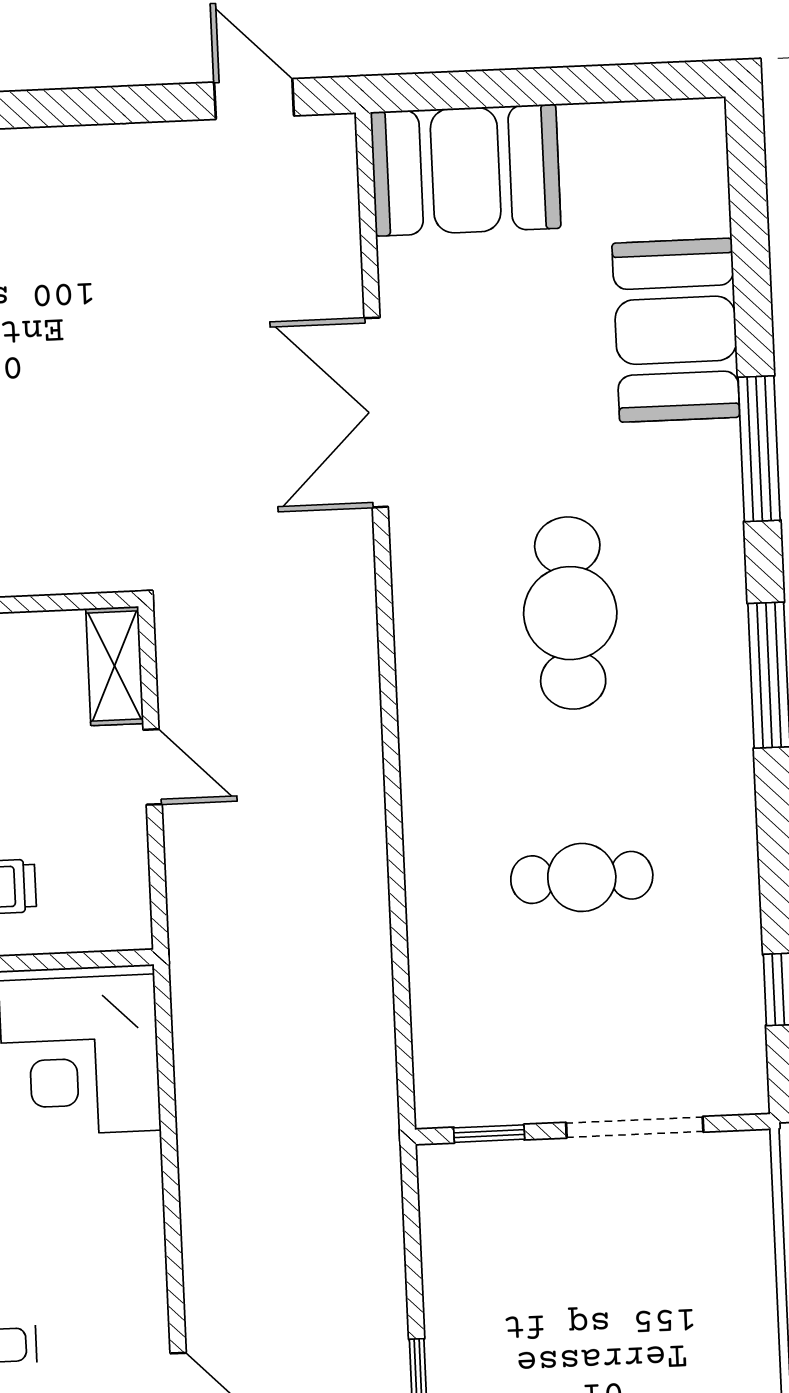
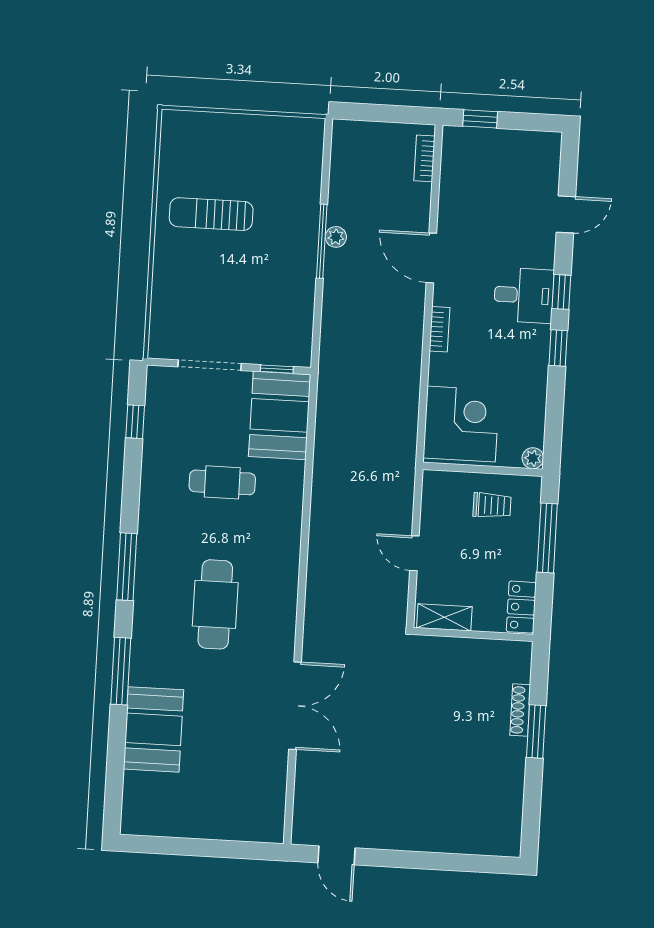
booth: (466, 170) -> (280, 415), moved, turned 90
shelving: (115, 666) -> (444, 617), moved, turned 90
bookcase: (147, 1255) -> (440, 329), added

